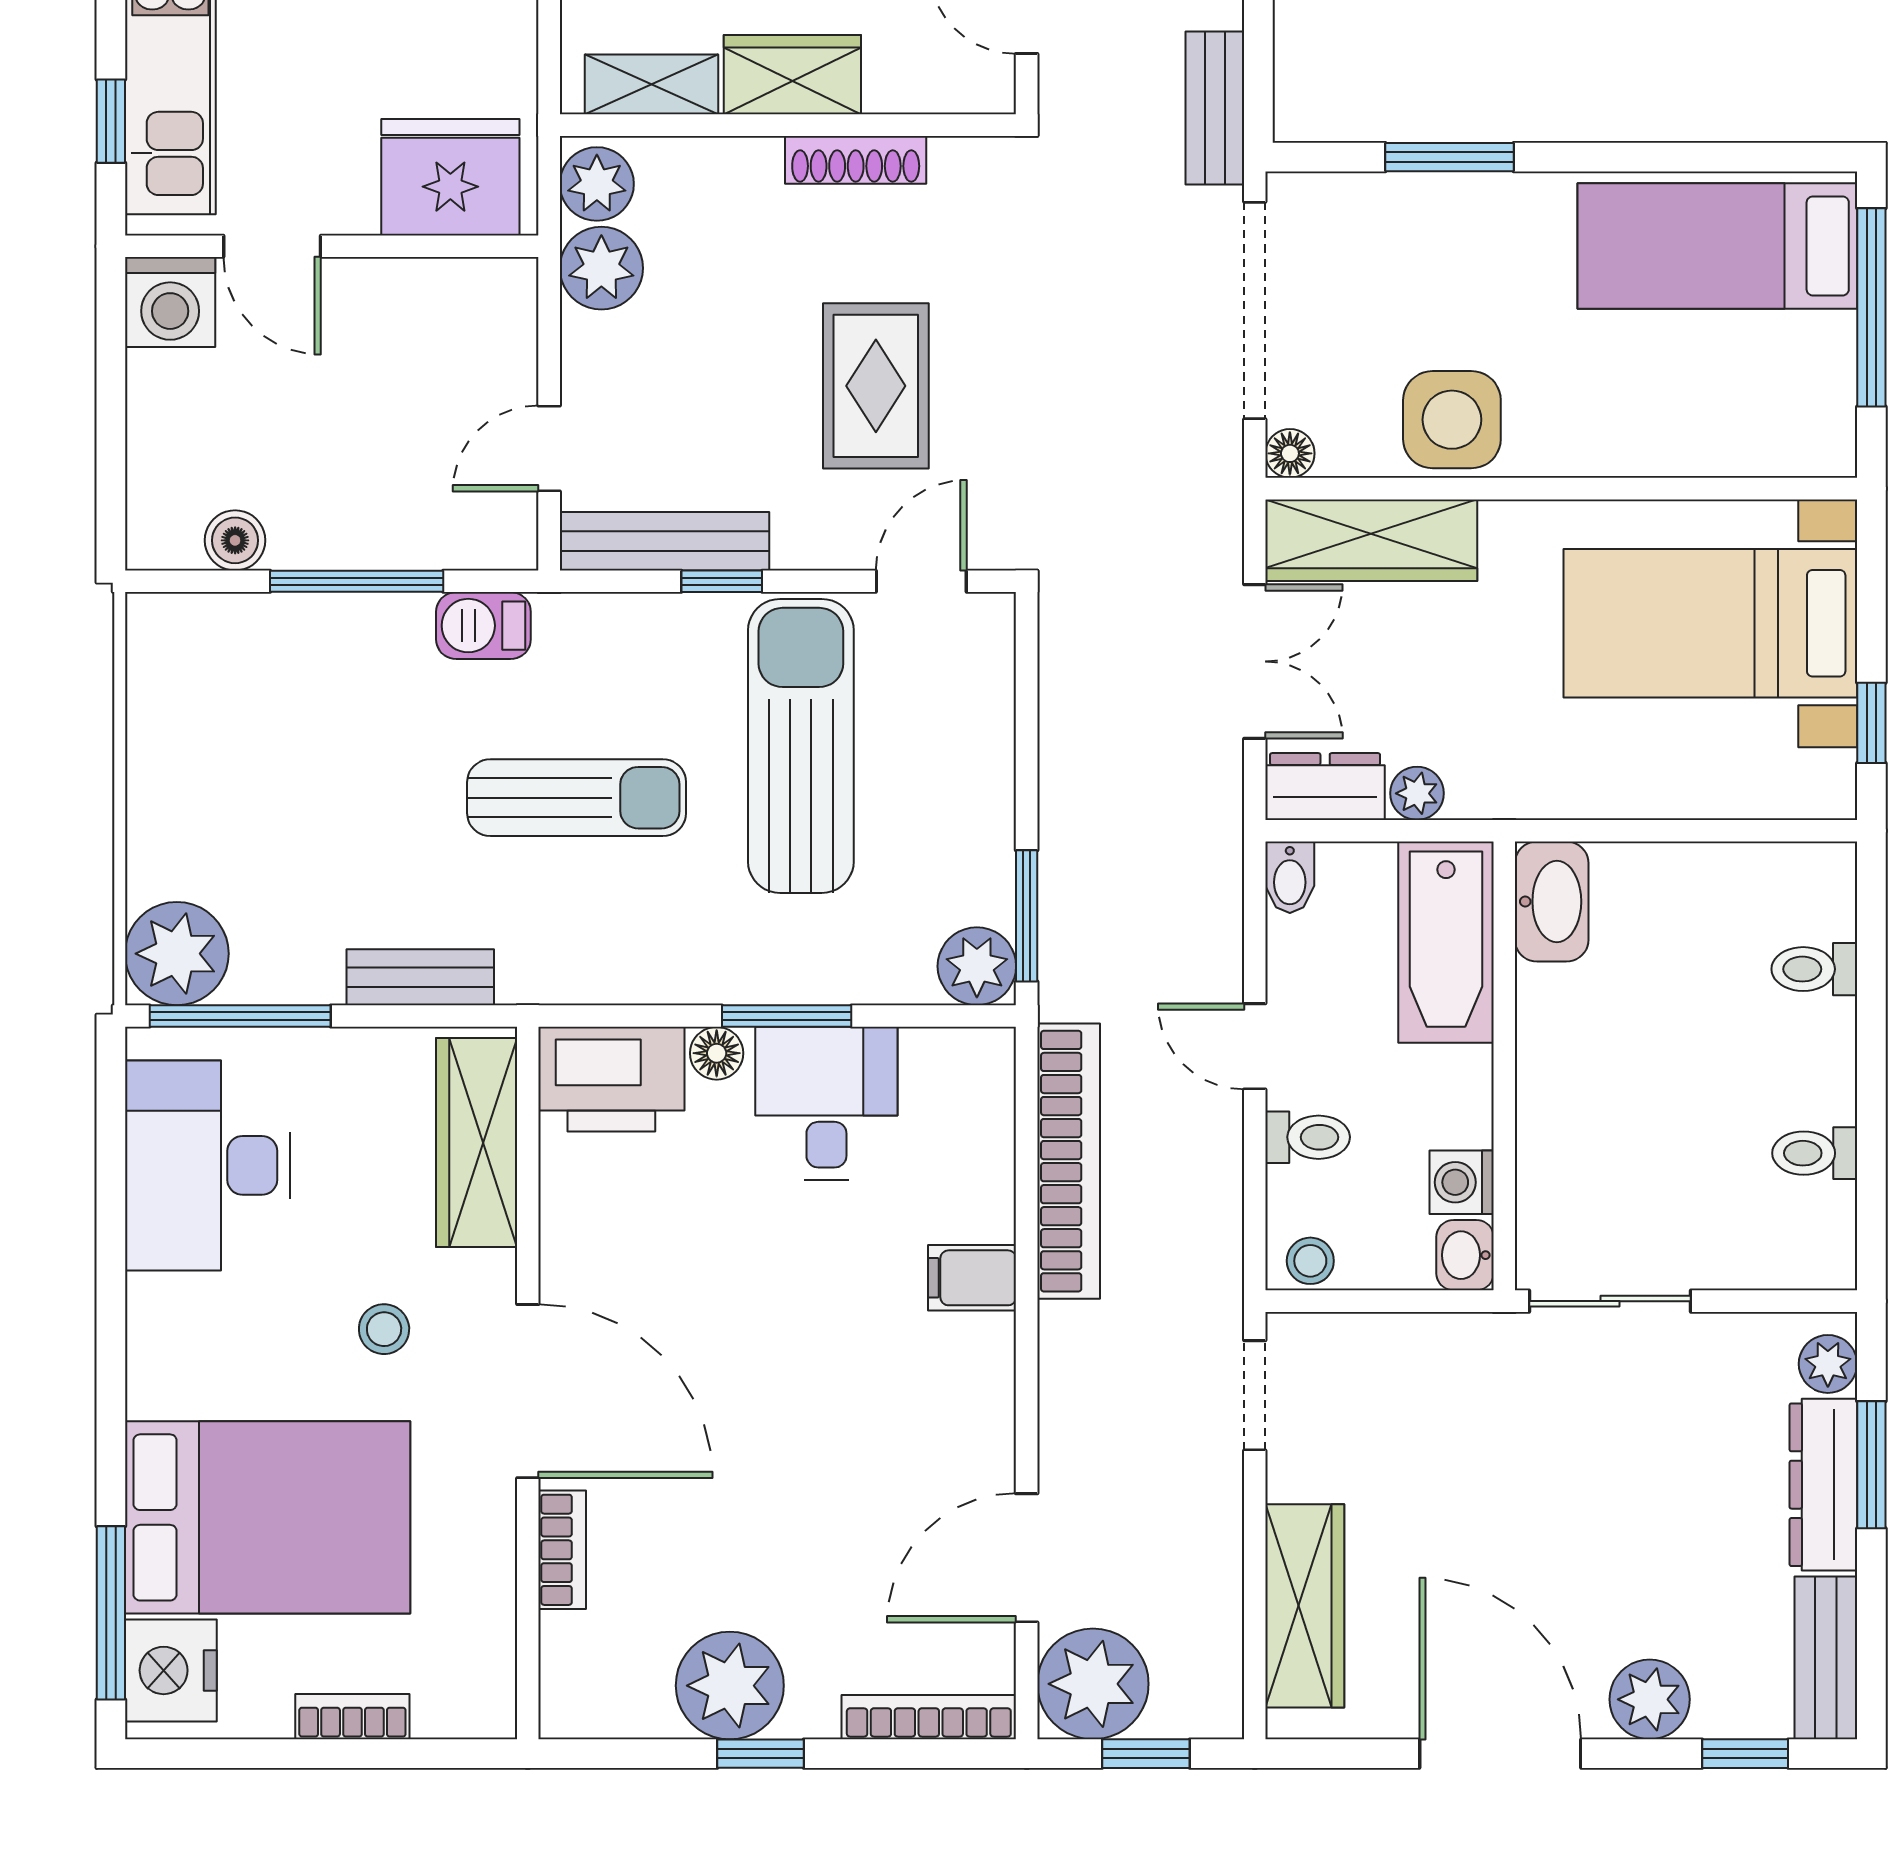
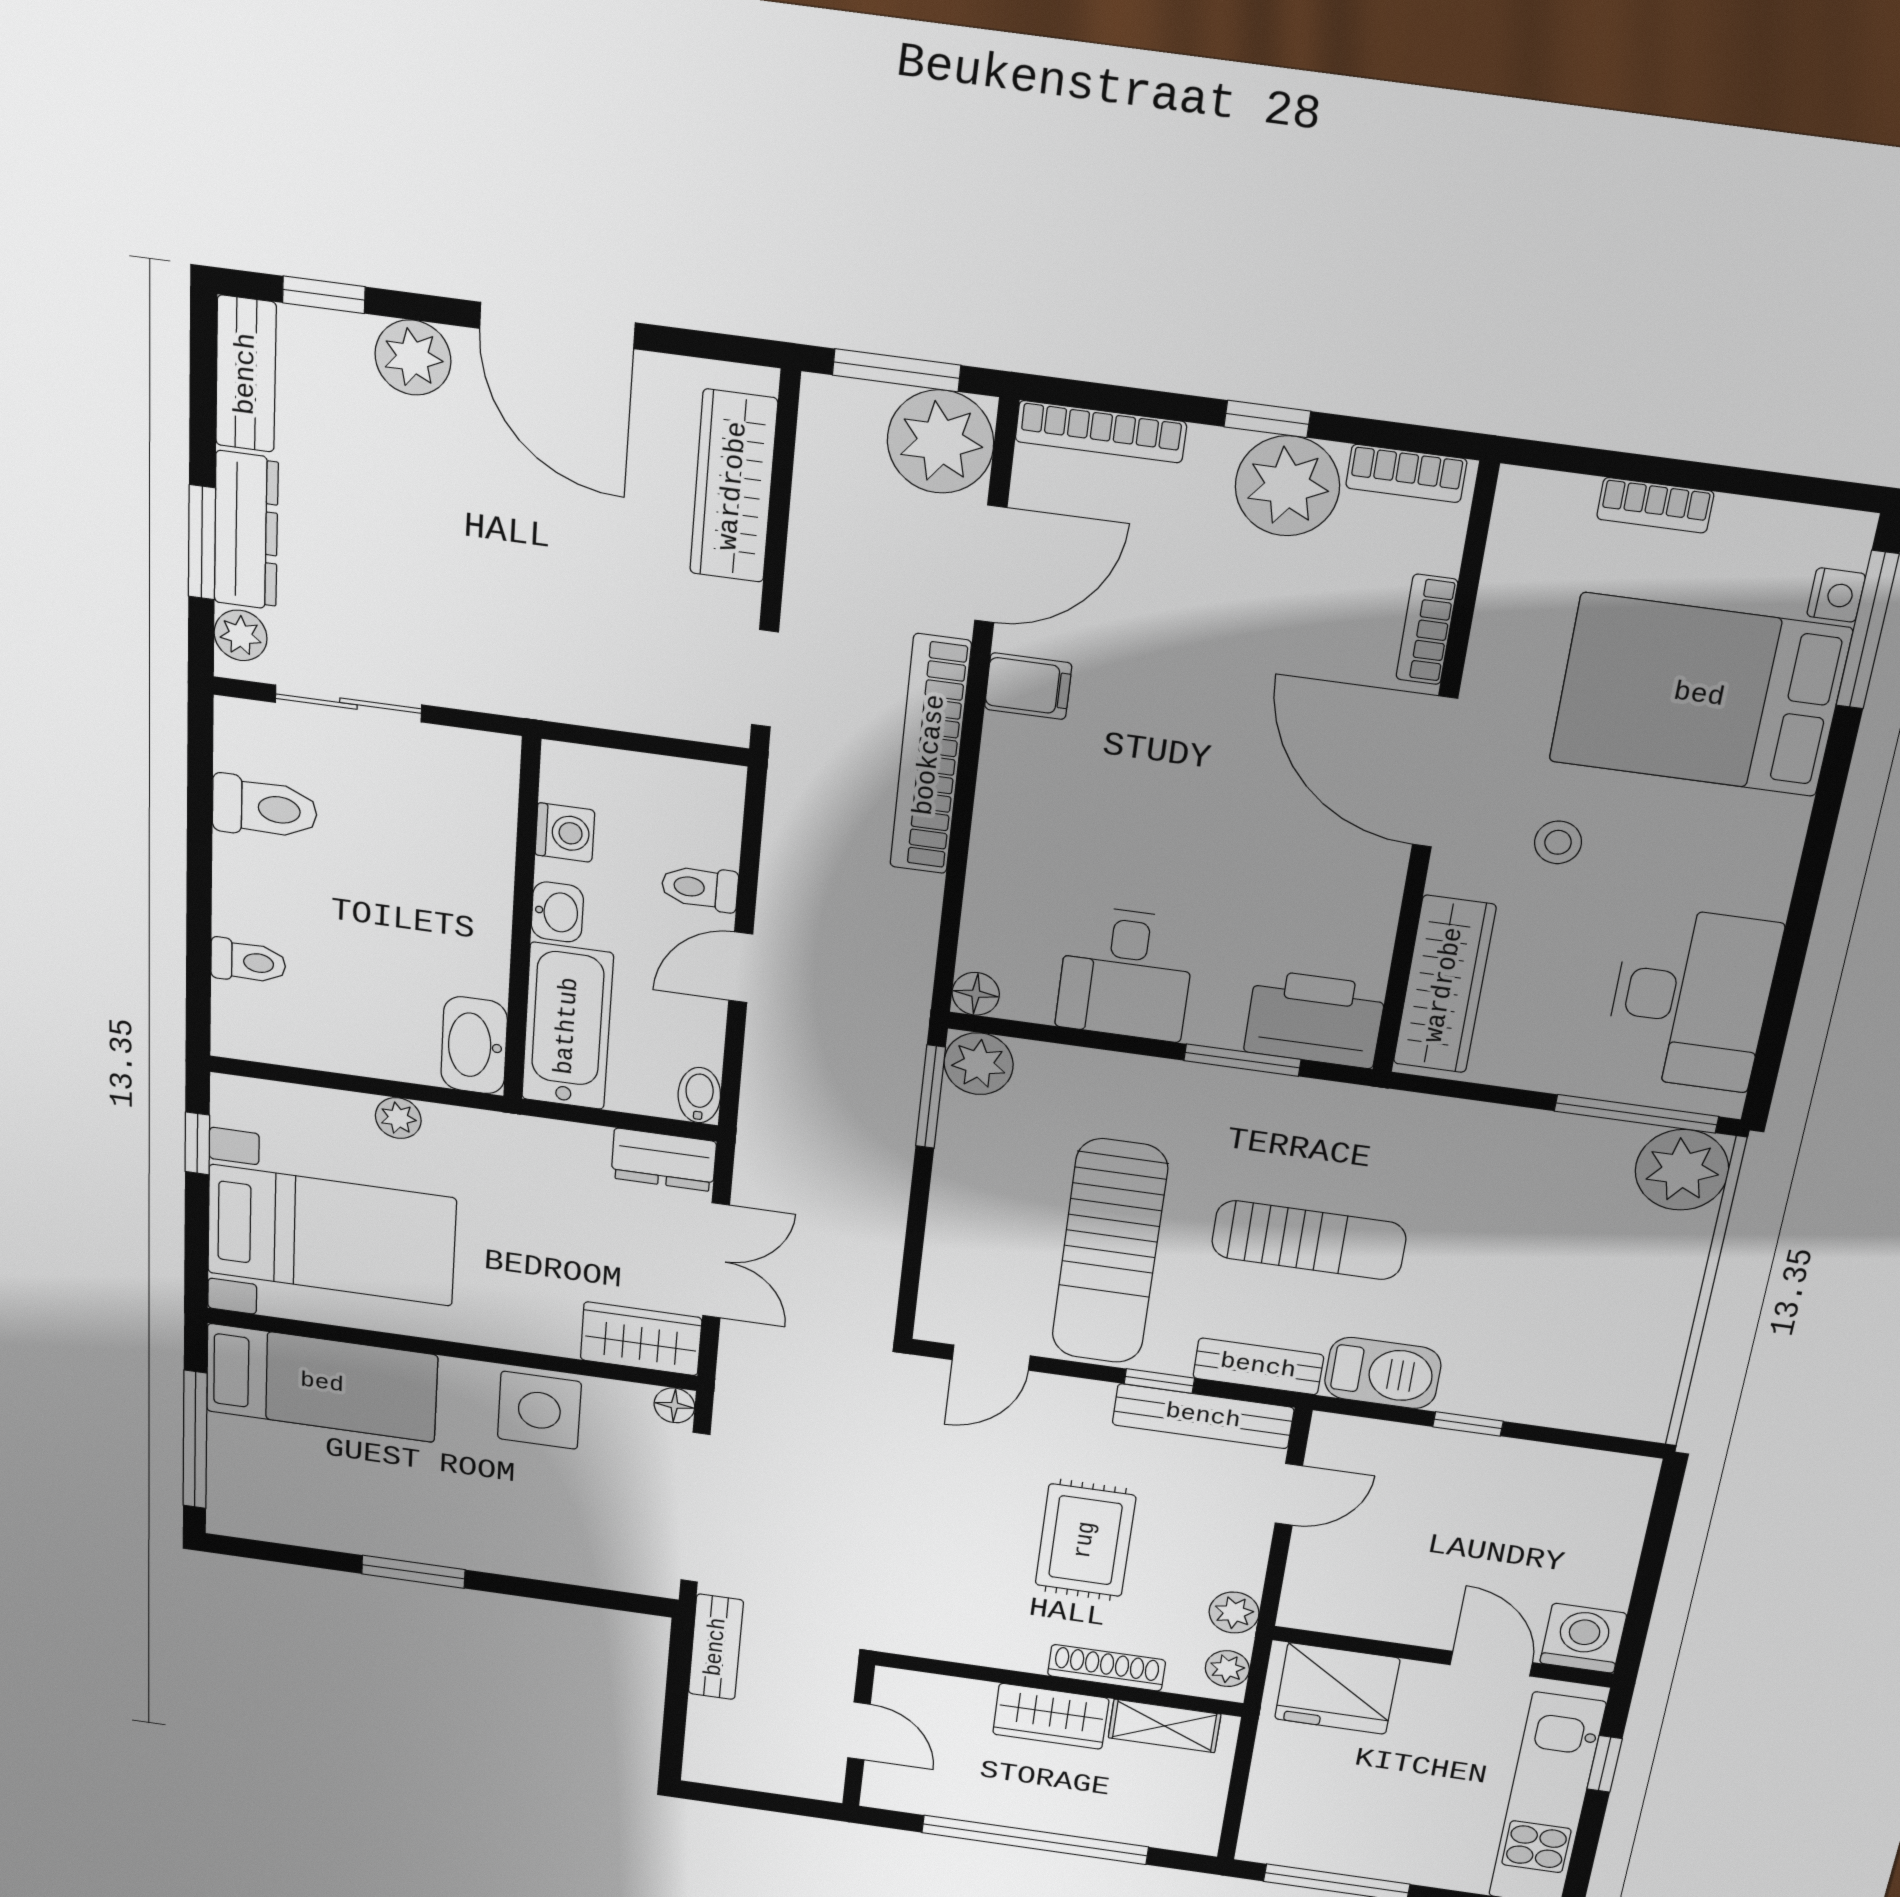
window: (1450, 157) -> (413, 1572), moved
shoe rack: (856, 160) -> (1106, 1668), moved
plant: (597, 184) -> (1227, 1669), width x0.73, depth x0.73
bed: (1717, 246) -> (322, 1383), moved
plant: (601, 268) -> (1234, 1613), width x0.73, depth x0.73
rug: (876, 386) -> (1085, 1540), moved
boiler: (235, 540) -> (1565, 1467), removed
wardrobe: (1371, 540) -> (641, 1339), width x0.67
window: (357, 581) -> (1468, 1424), width x0.46
barbecue: (483, 626) -> (1383, 1373), width x1.38, depth x1.27
double door: (1255, 661) -> (716, 1261), swing flipped
plant: (1417, 793) -> (398, 1118), moved
sun lounger: (577, 798) -> (1309, 1240), turned 180
bench: (420, 977) -> (1258, 1366), moved
window: (787, 1016) -> (1243, 1060), moved
door: (1255, 1046) -> (741, 967), swing flipped
floor lamp: (717, 1053) -> (976, 994), moved
toilet: (1815, 1153) -> (265, 808), width x1.37, depth x1.39
bookcase: (1069, 1161) -> (930, 755), moved
washbasin: (1465, 1255) -> (557, 912), moved
stool: (1310, 1261) -> (705, 786), removed
filing cabinet: (972, 1278) -> (1028, 686), moved
sliding door: (1610, 1301) -> (348, 704), moved
nightstand: (171, 1670) -> (1836, 595), width x0.53, depth x0.56
bookcase: (610, 1716) -> (1406, 473), added
window: (1146, 1754) -> (897, 370), width x1.50

